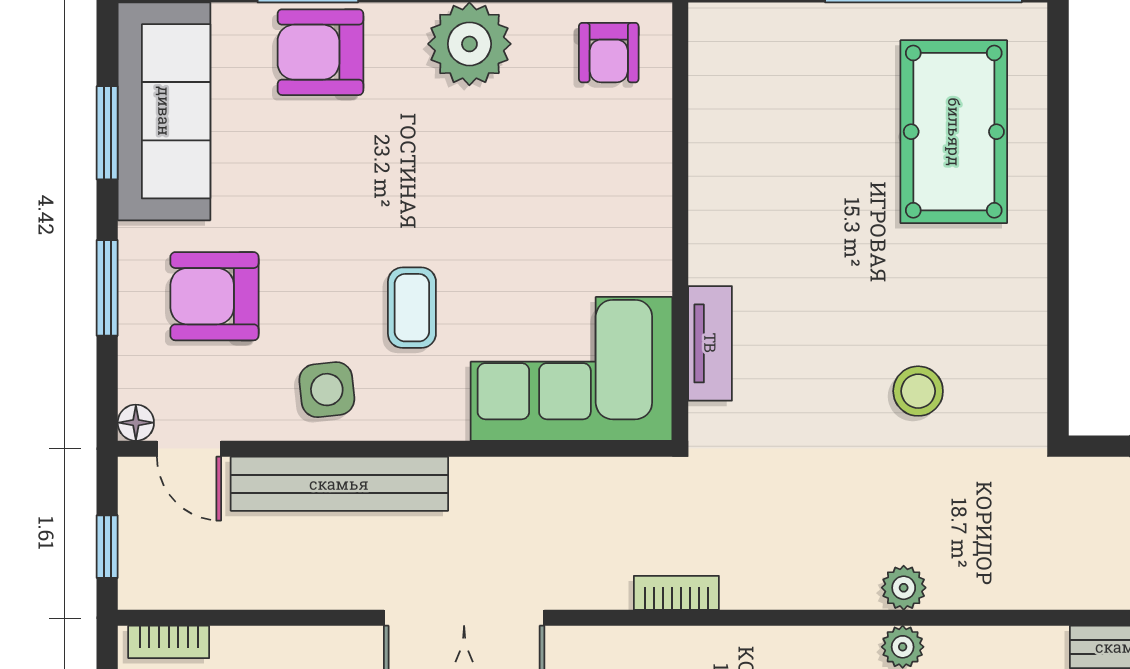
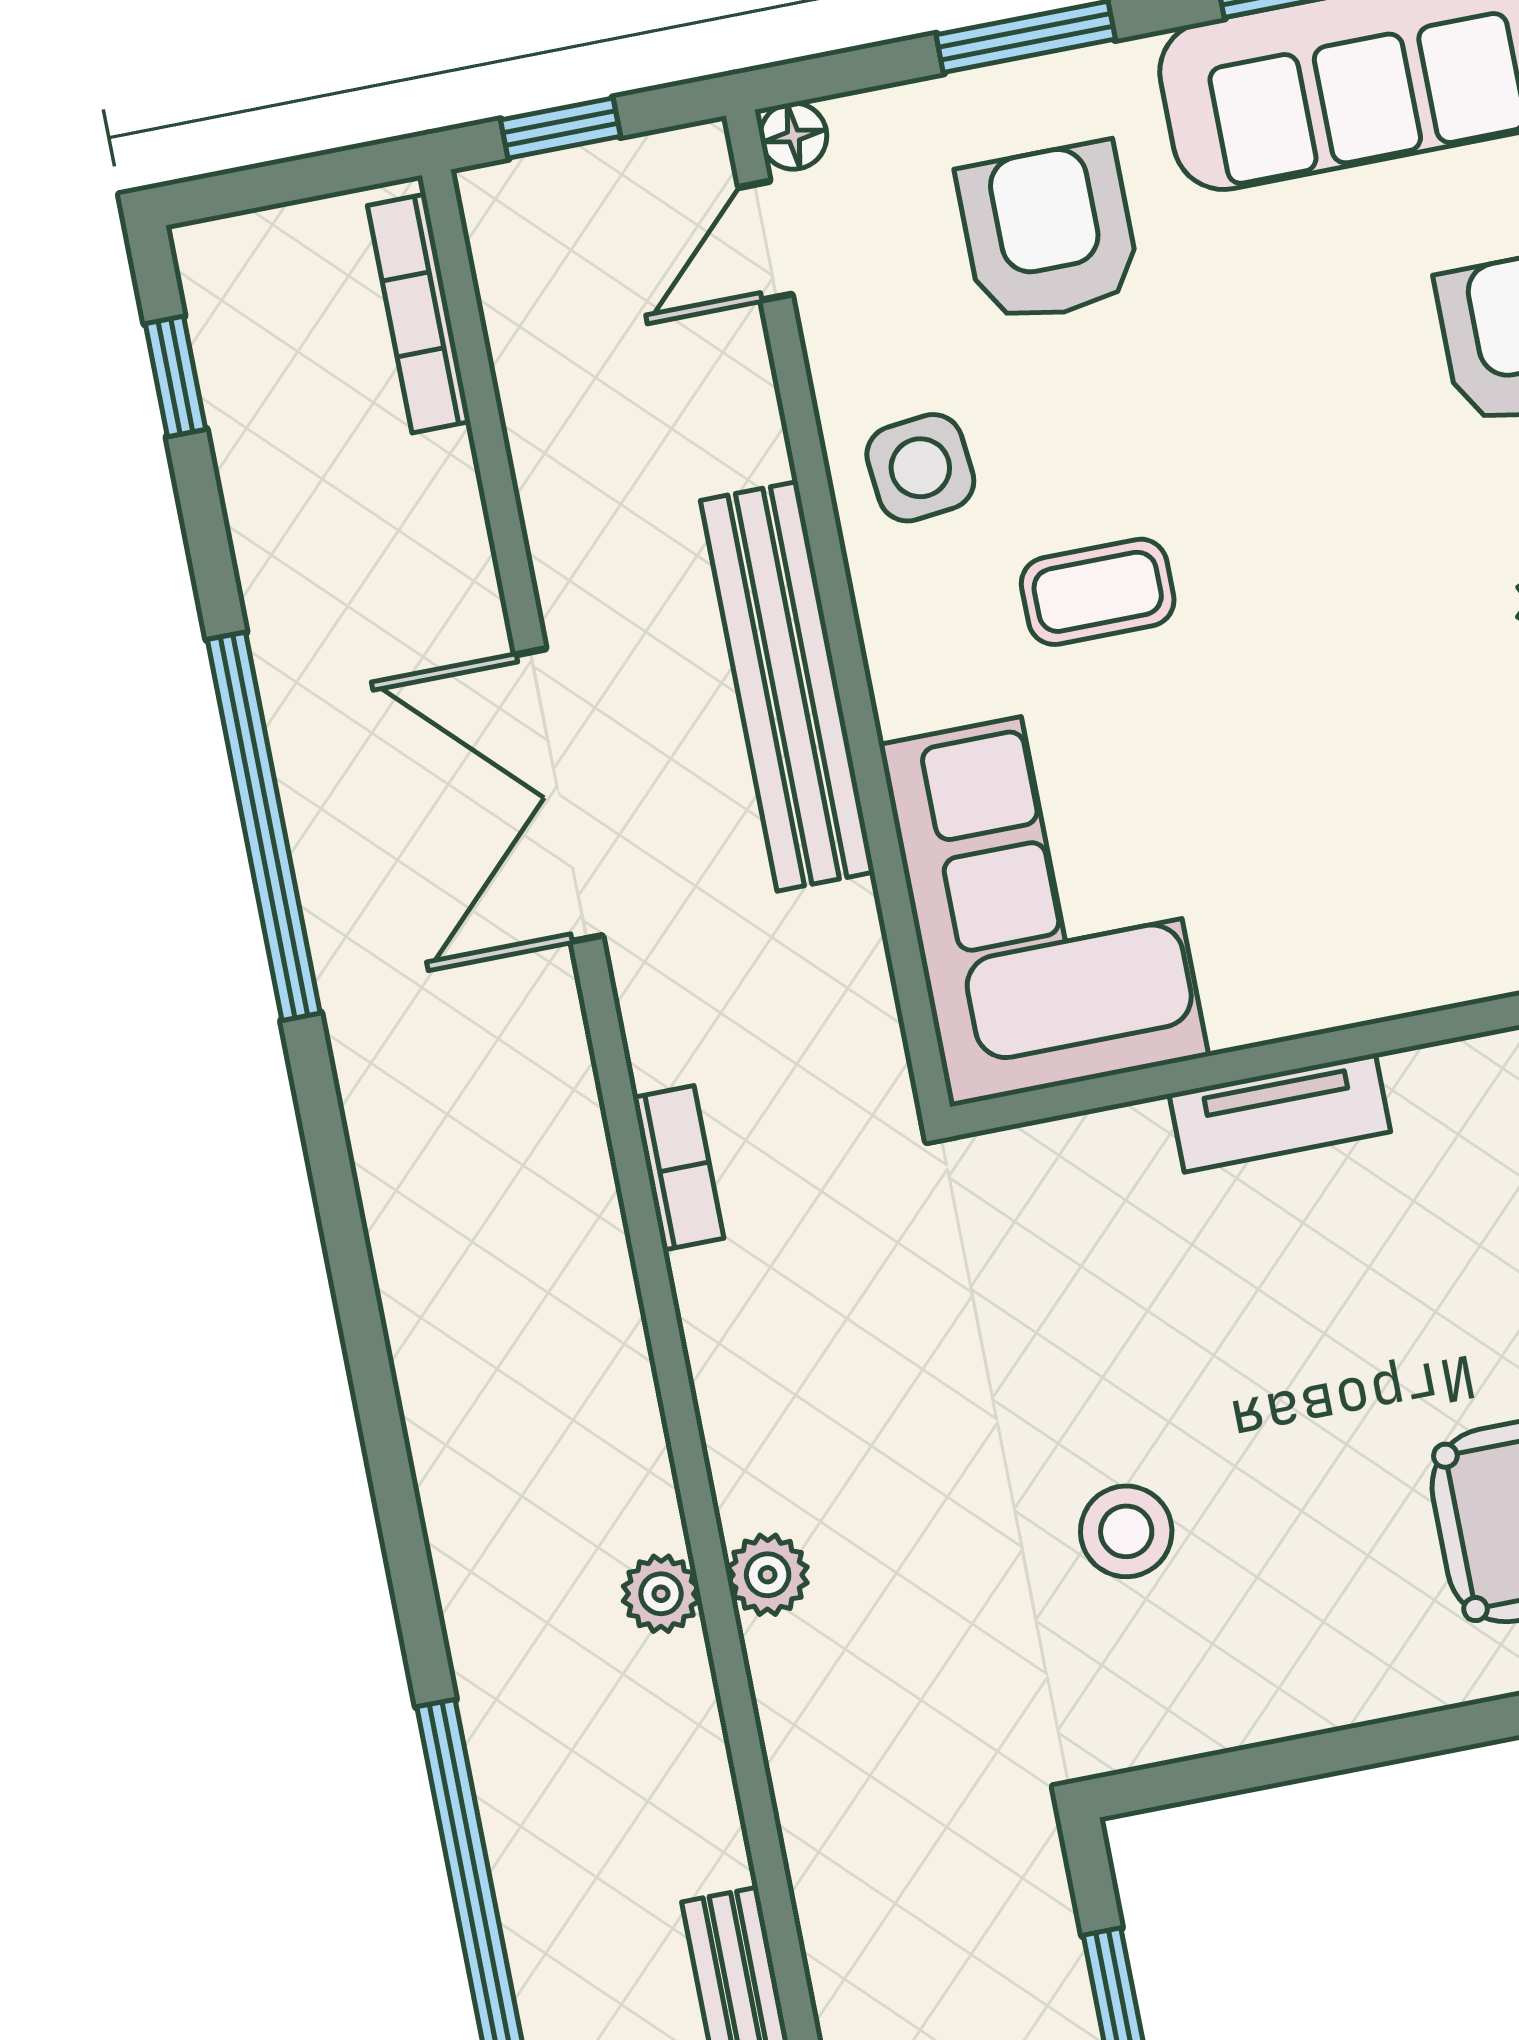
tv unit: (710, 343) -> (1280, 1113), moved
bench: (339, 484) -> (787, 686), moved
bookcase: (169, 642) -> (419, 313), width x1.56

